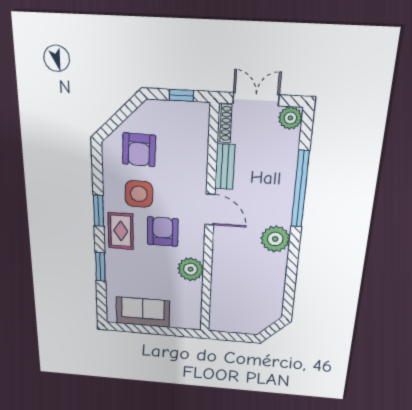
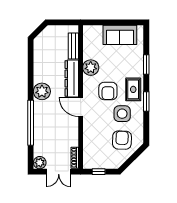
bench: (225, 167) -> (73, 46), moved
dresser: (223, 255) -> (72, 79), added

